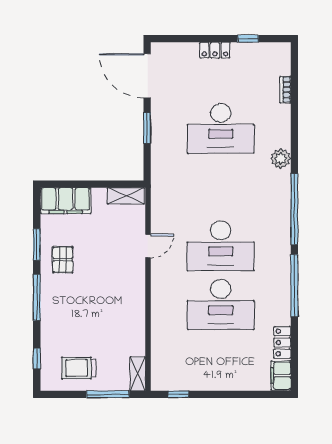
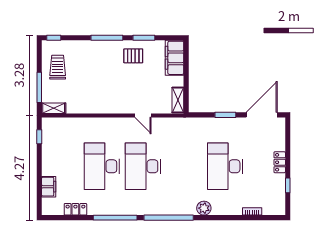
window: (37, 358) -> (54, 38), moved
filing cabinet: (281, 376) -> (49, 187), moved, turned 90

